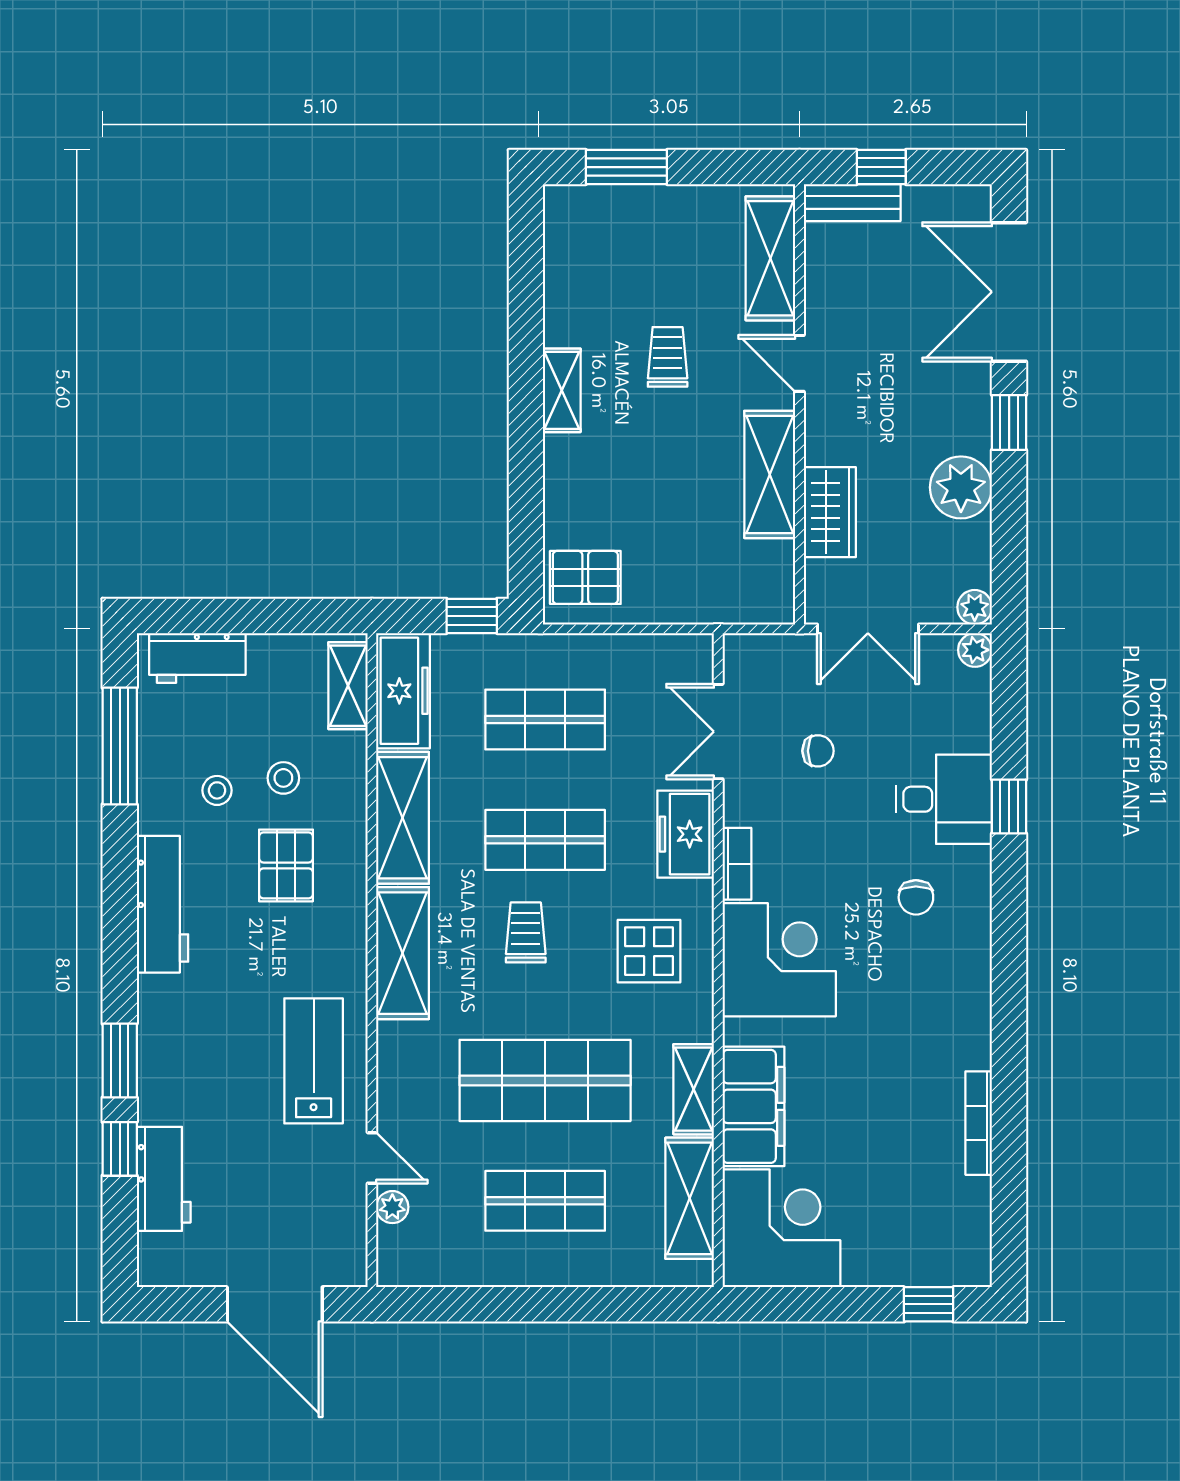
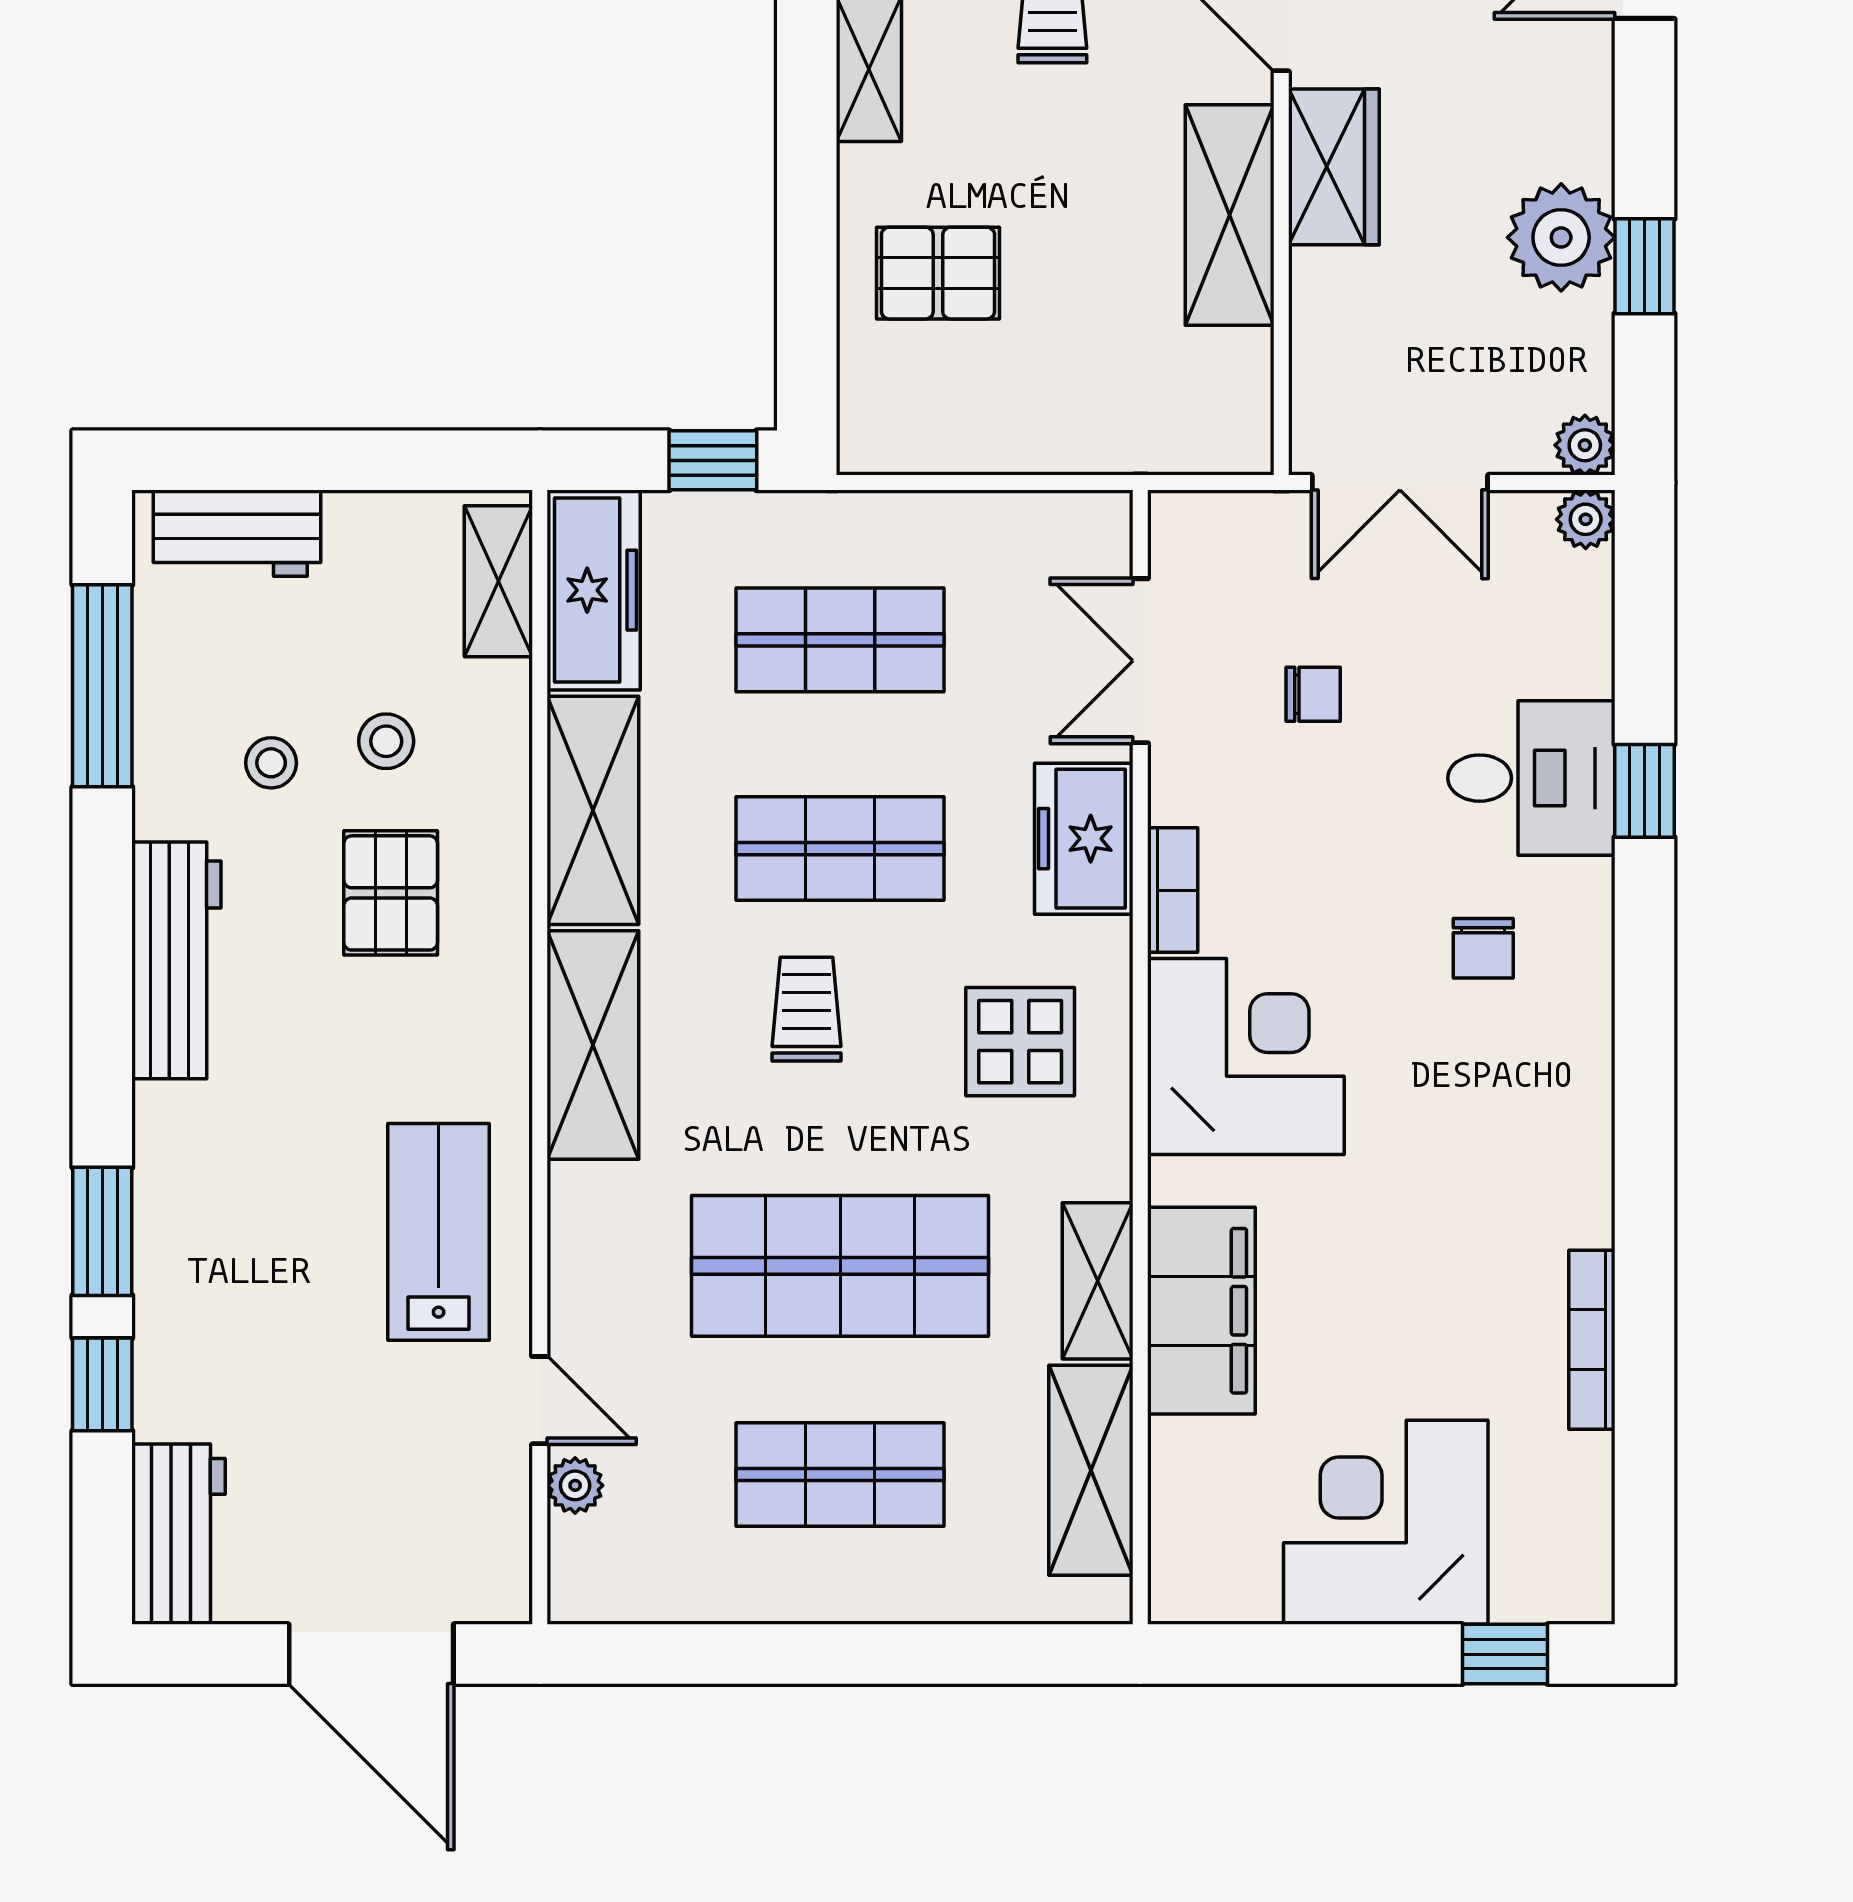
window: (1009, 422) -> (1644, 266), moved
wardrobe: (830, 512) -> (1334, 167), moved
pallet: (585, 577) -> (938, 273), moved
workbench: (164, 1179) -> (179, 1534), moved
corner desk: (781, 1228) -> (1386, 1522), moved, turned -90

